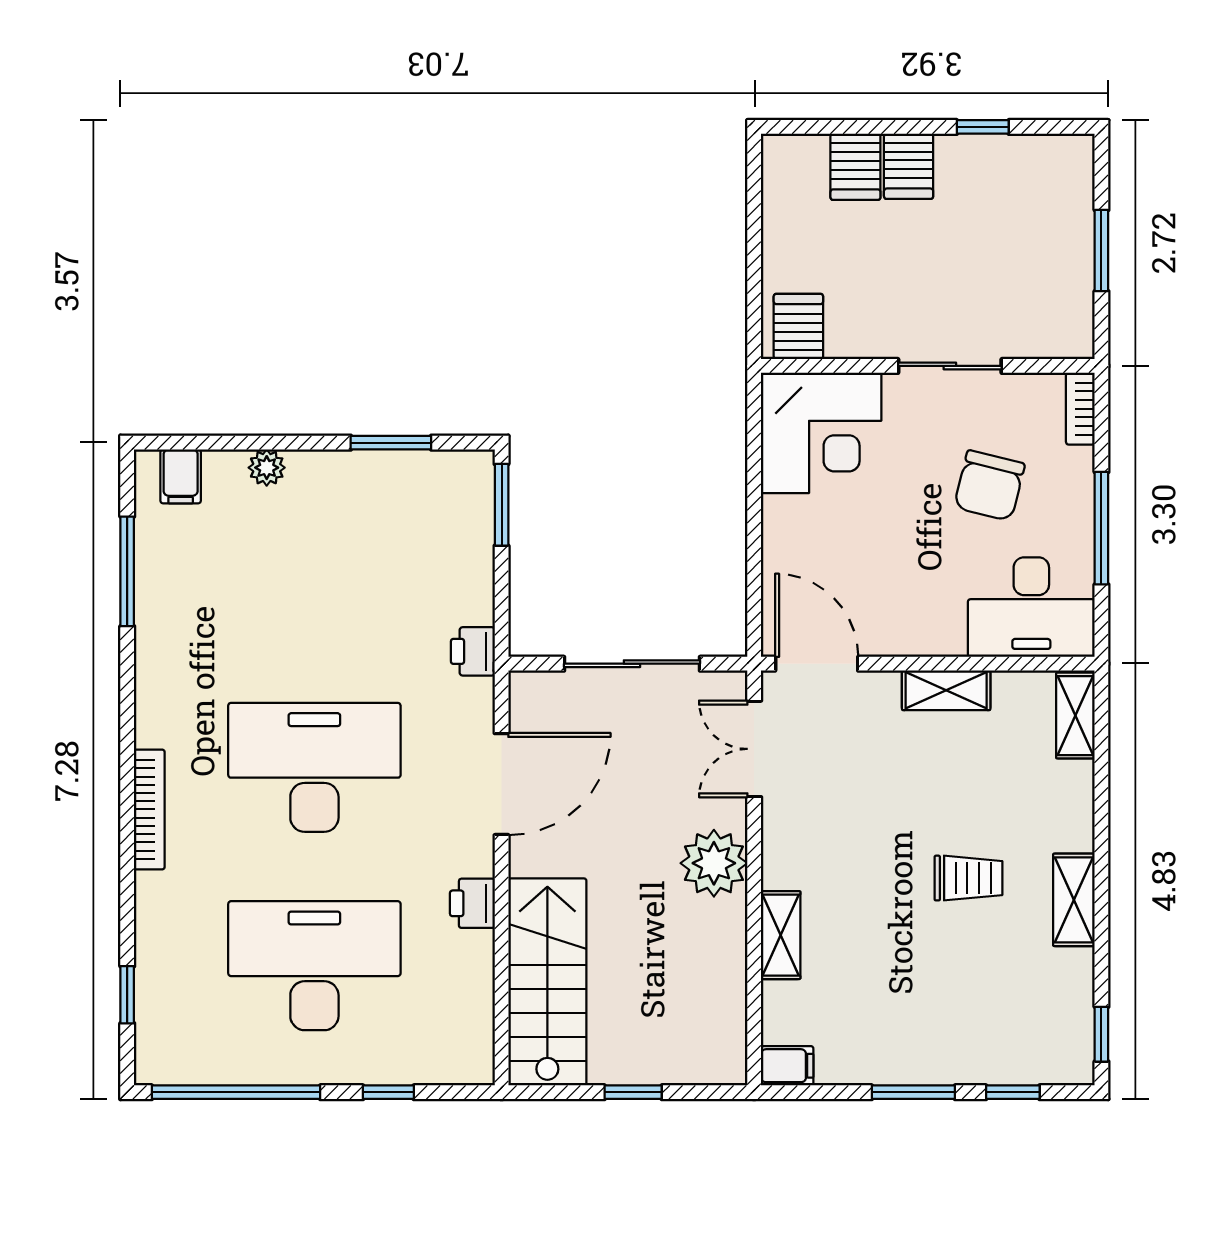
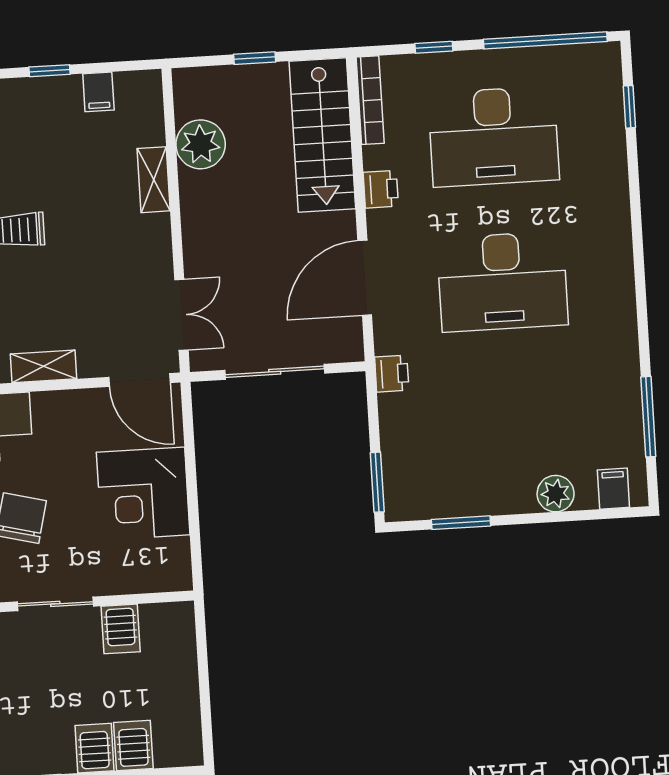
server rack: (798, 326) -> (121, 629), moved
corner desk: (821, 433) -> (143, 494), moved, turned -90
plant: (267, 468) -> (556, 494), width x1.38, depth x1.38
bookcase: (149, 809) -> (370, 100), moved, turned 180
plant: (714, 863) -> (201, 144), moved
filing cabinet: (787, 1066) -> (98, 92), moved, turned -90
window: (913, 1092) -> (49, 71), width x0.67

